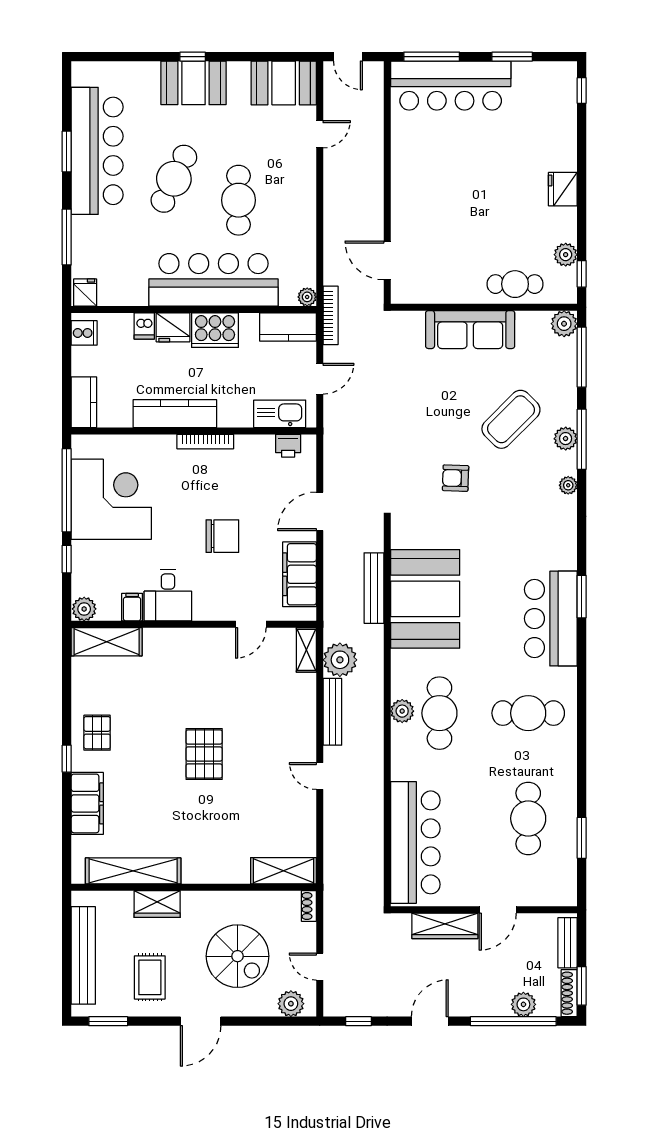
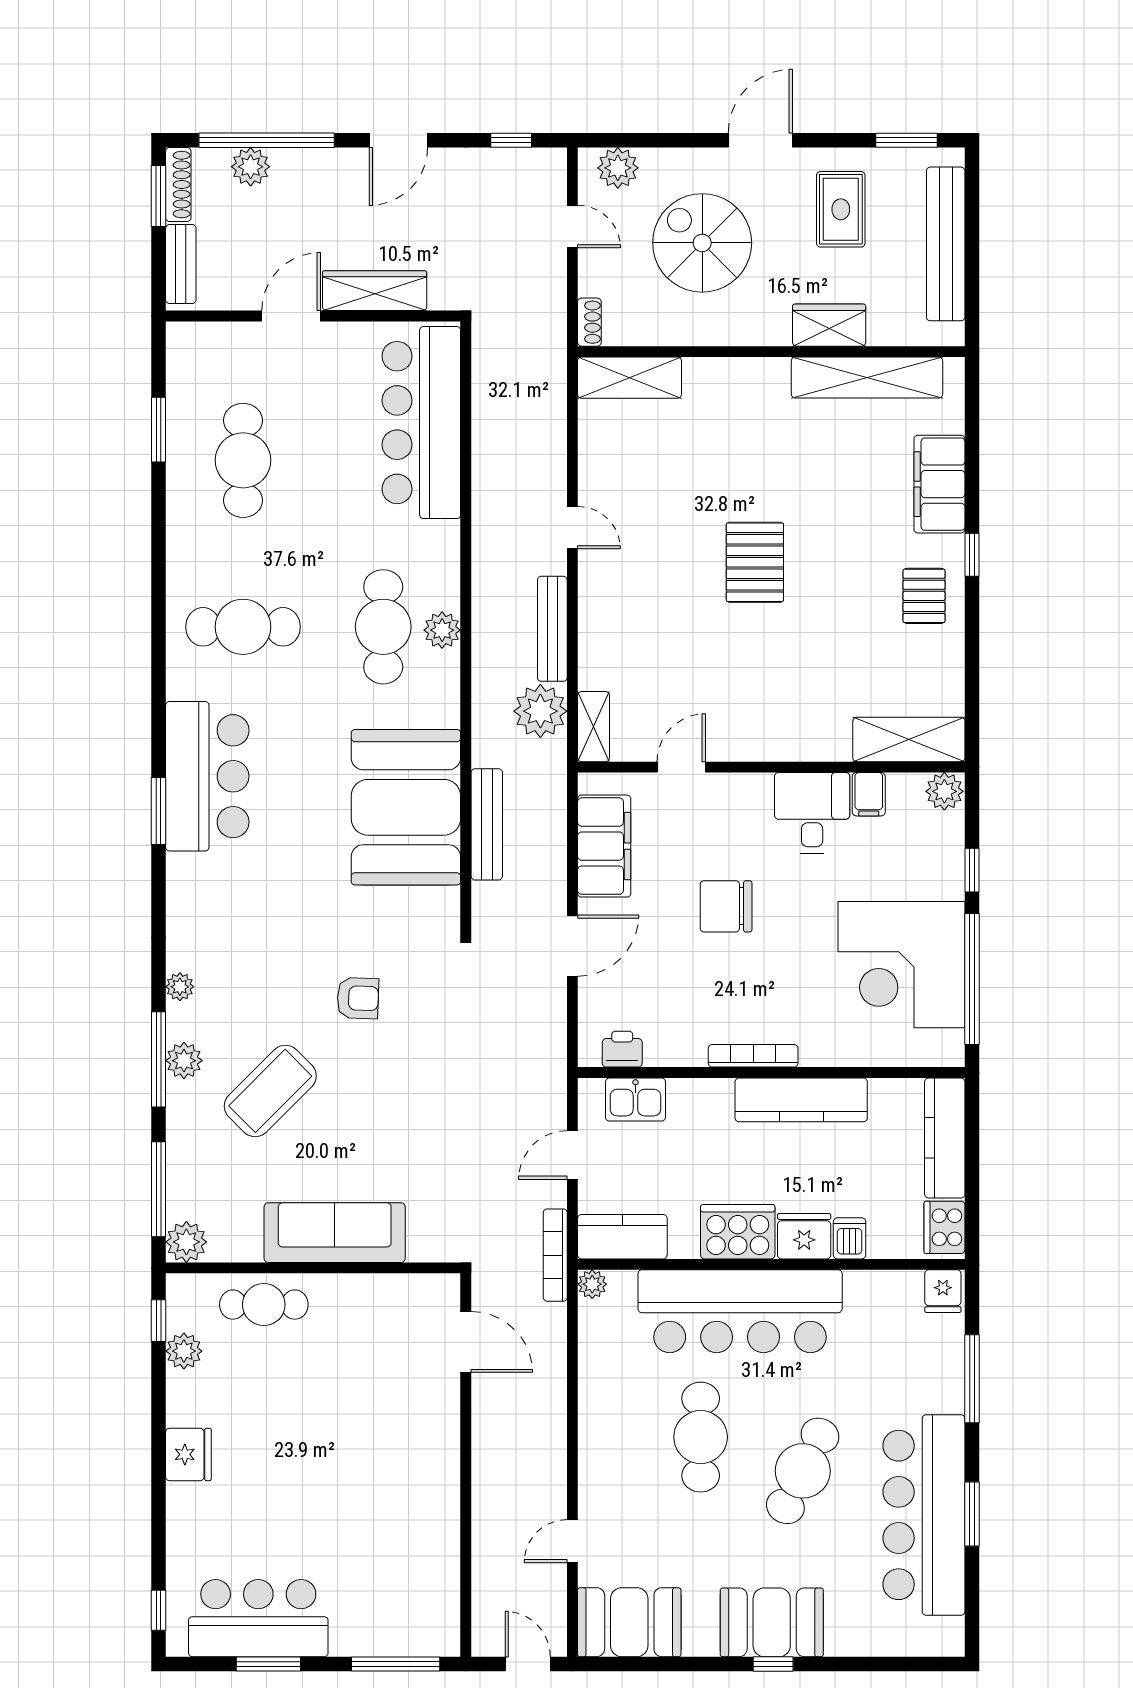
bar counter: (451, 86) -> (258, 1618), moved, width x0.73
cooker: (84, 333) -> (944, 1227), width x1.36
kitchen counter: (84, 402) -> (945, 1138), width x1.50
kitchen sink: (280, 414) -> (635, 1100), width x0.73

